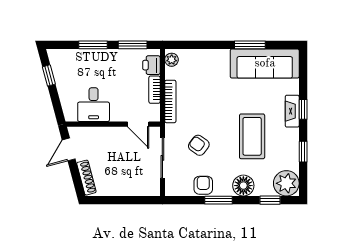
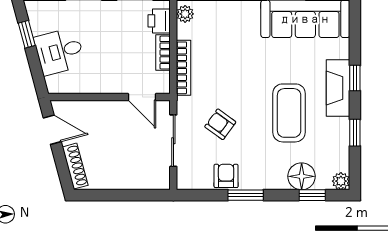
desk: (94, 105) -> (59, 51), moved, turned 75
fireplace: (292, 111) -> (338, 88), width x1.37, depth x1.32
door: (69, 149) -> (52, 130), swing flipped
plant: (286, 183) -> (341, 181), width x0.53, depth x0.53
floor lamp: (243, 186) -> (302, 176), moved

